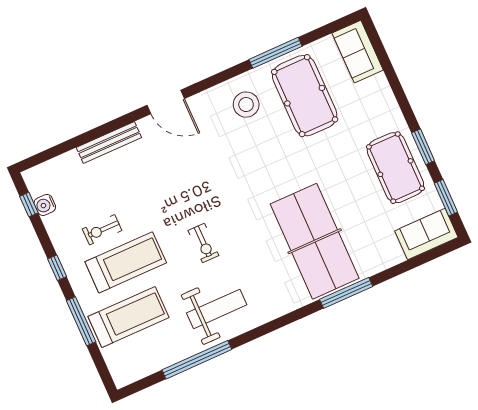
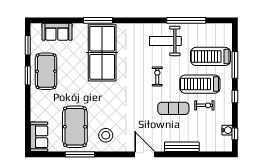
exercise mat: (152, 201) -> (173, 108), added
sofa: (426, 234) -> (57, 32), moved

